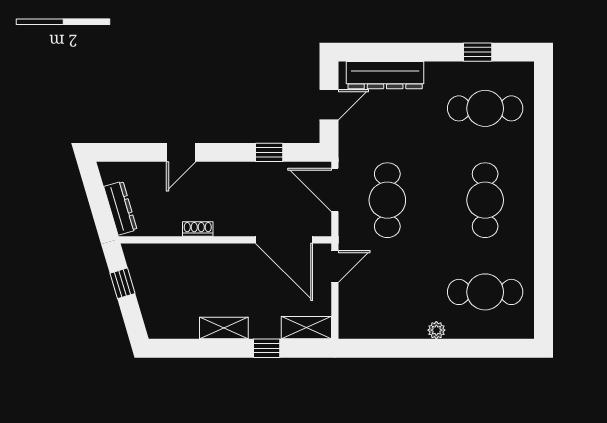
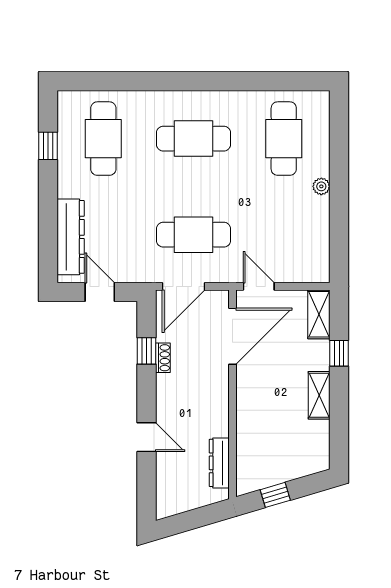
dresser: (120, 208) -> (219, 463), moved, turned -74
shoe rack: (198, 229) -> (163, 358), moved, turned 180

